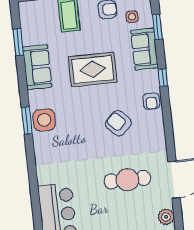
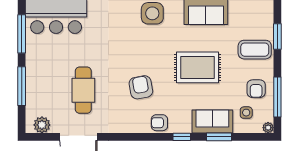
window: (157, 27) -> (219, 137), moved
rug: (93, 69) -> (198, 67), turned 90
armchair: (118, 123) -> (141, 87), turned -55

